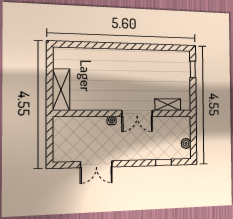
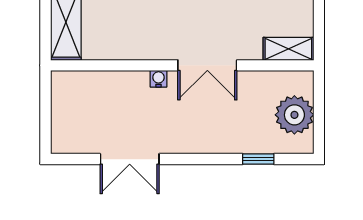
shelving: (168, 105) -> (288, 49), moved
plant: (186, 143) -> (294, 115), width x1.87, depth x1.87

